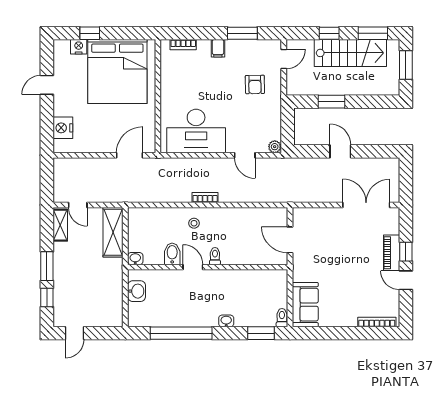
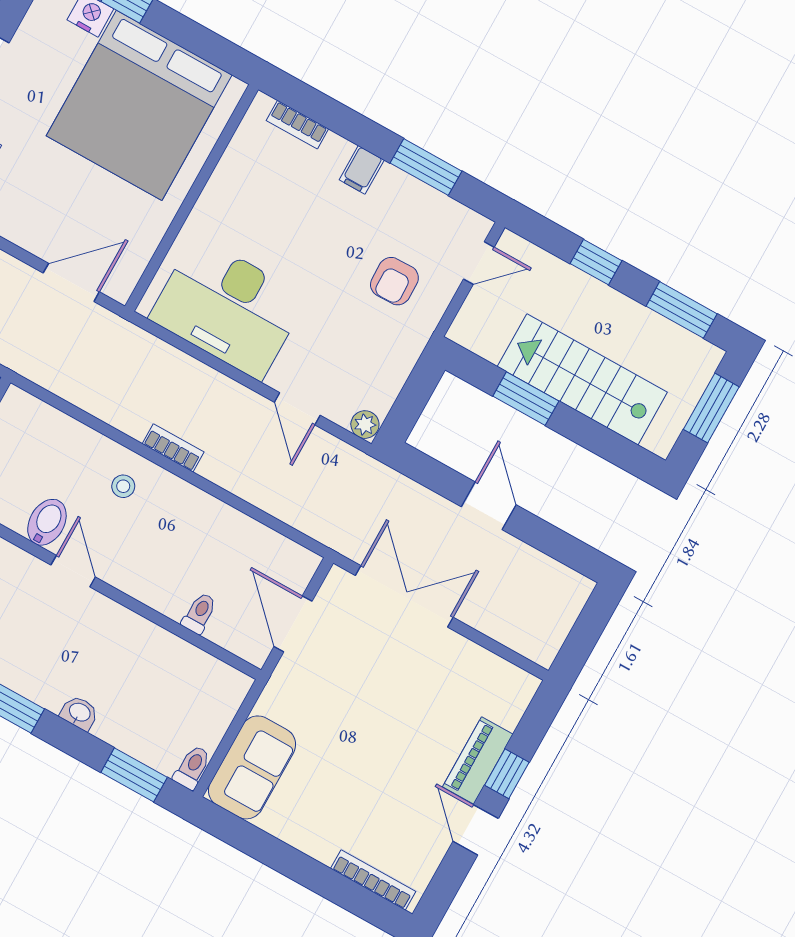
stairs: (350, 53) -> (582, 379), moved, turned 180
double door: (366, 205) -> (404, 596), moved
toilet: (215, 256) -> (199, 613), moved

